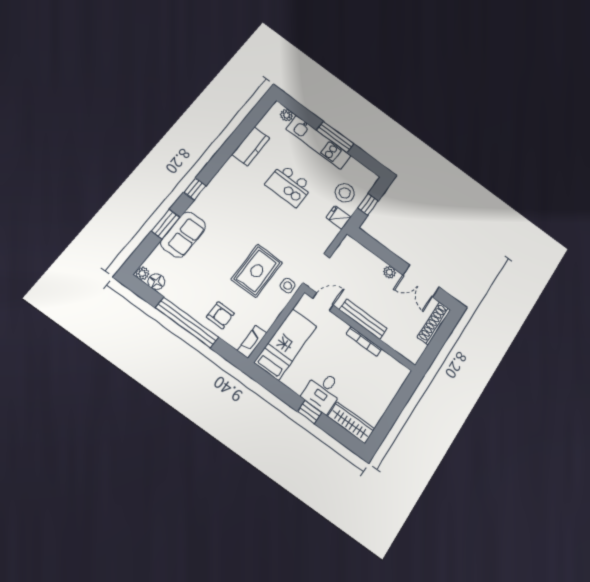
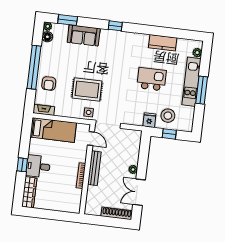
kitchen island: (289, 185) -> (152, 79), turned 90
window: (166, 224) -> (68, 20), moved

